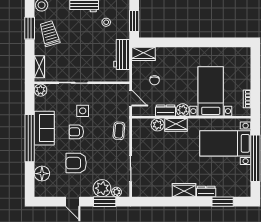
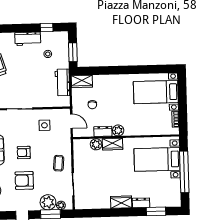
bed with nightstands: (211, 91) -> (156, 92), moved, turned -90
side table: (83, 111) -> (44, 125), moved
coffee table: (119, 131) -> (59, 163), moved

